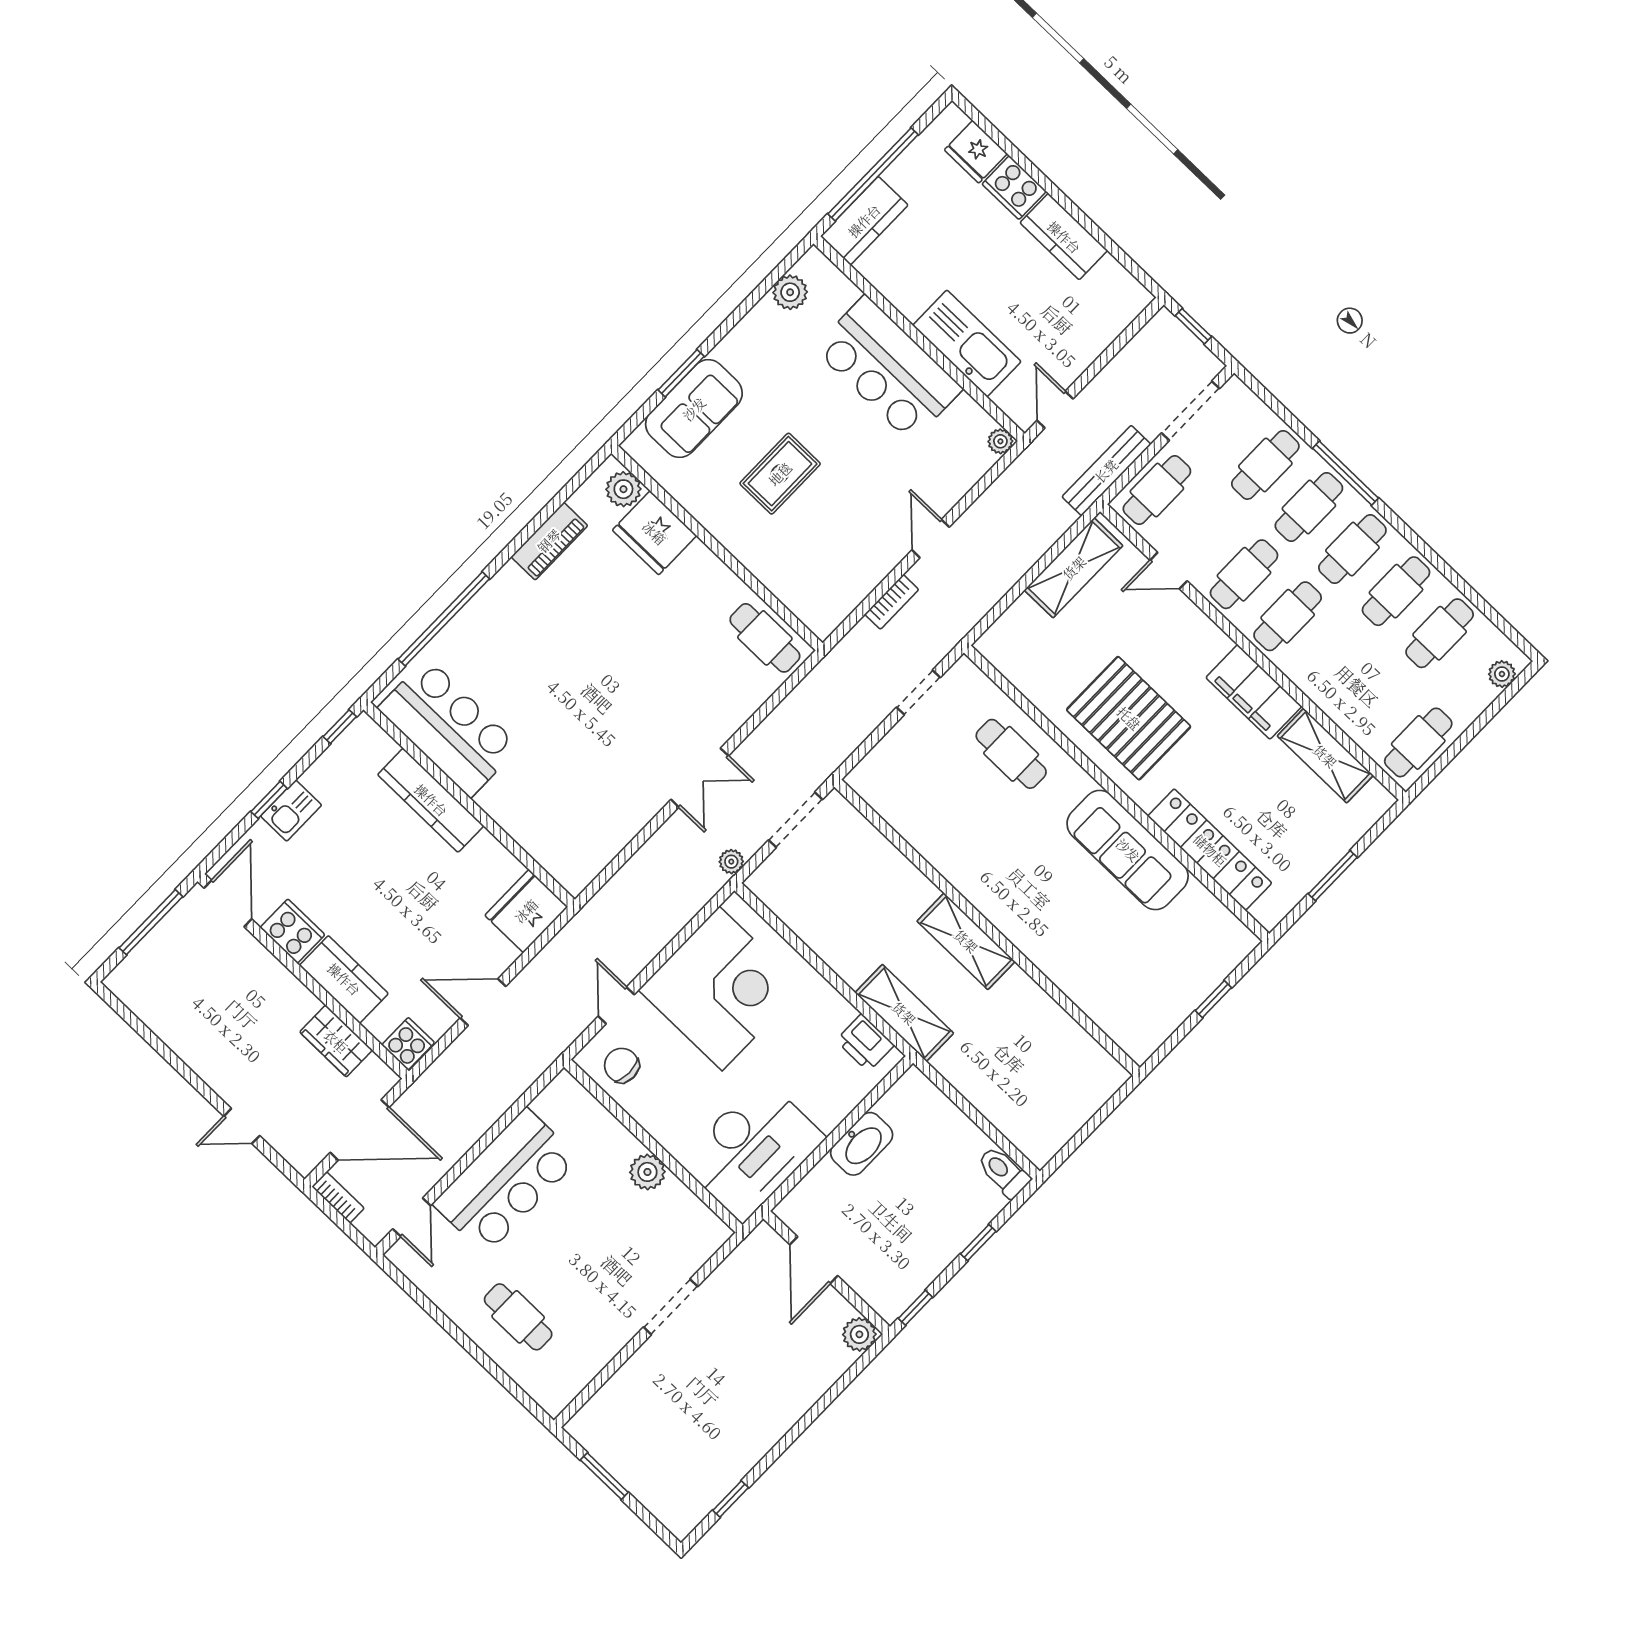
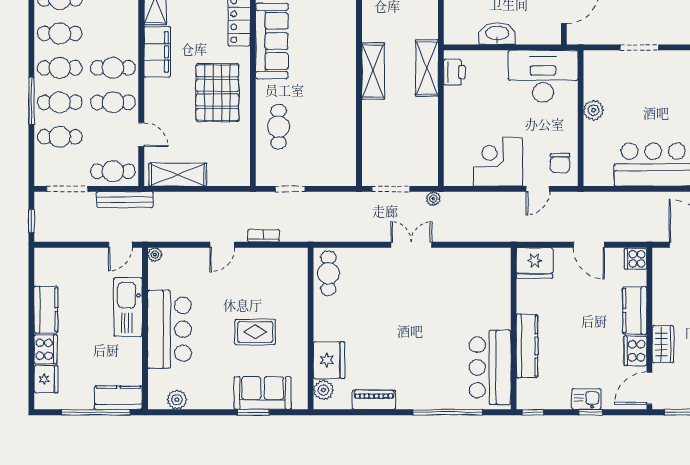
corner desk: (721, 989) -> (498, 162), width x0.74, depth x0.74
wardrobe: (336, 1041) -> (663, 344), moved

